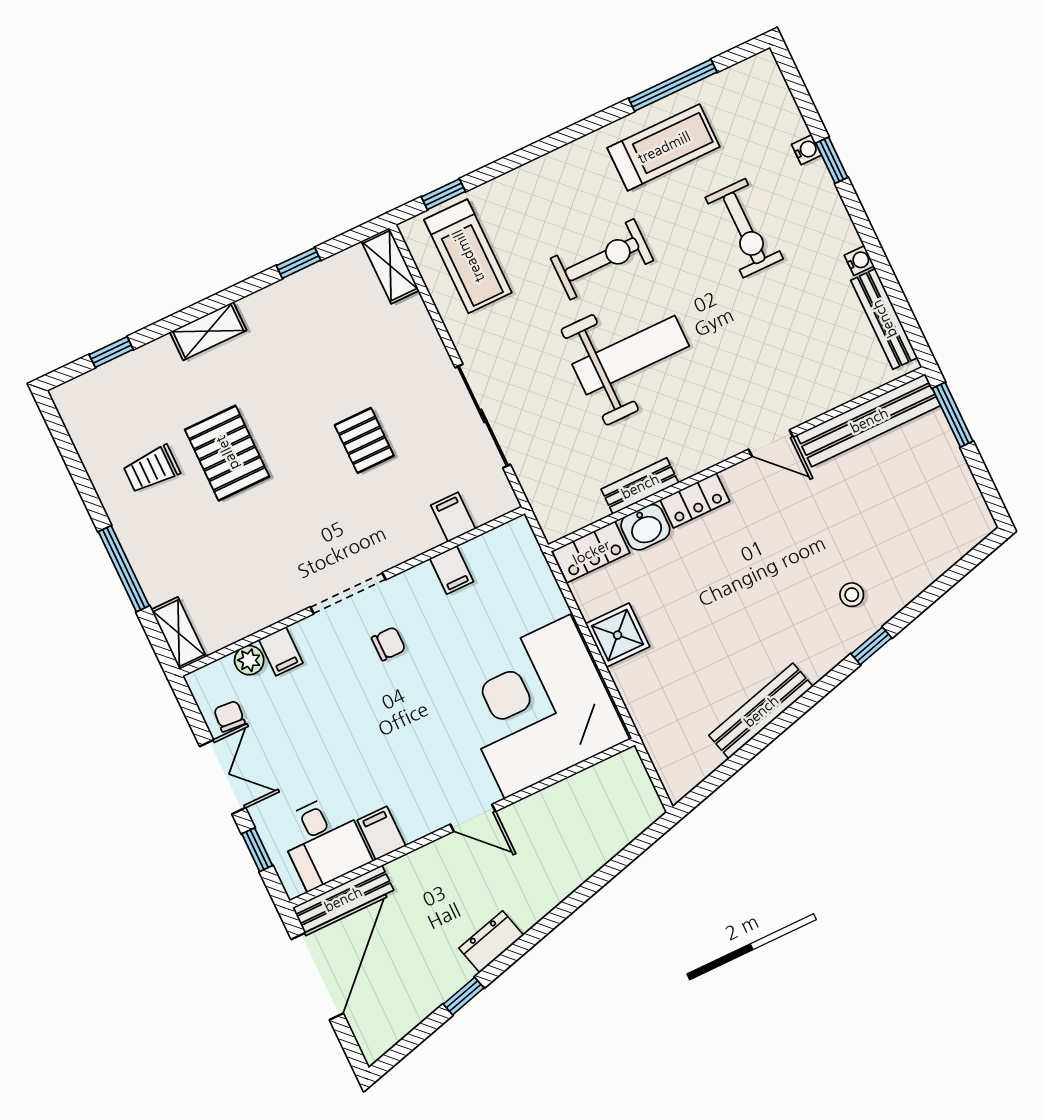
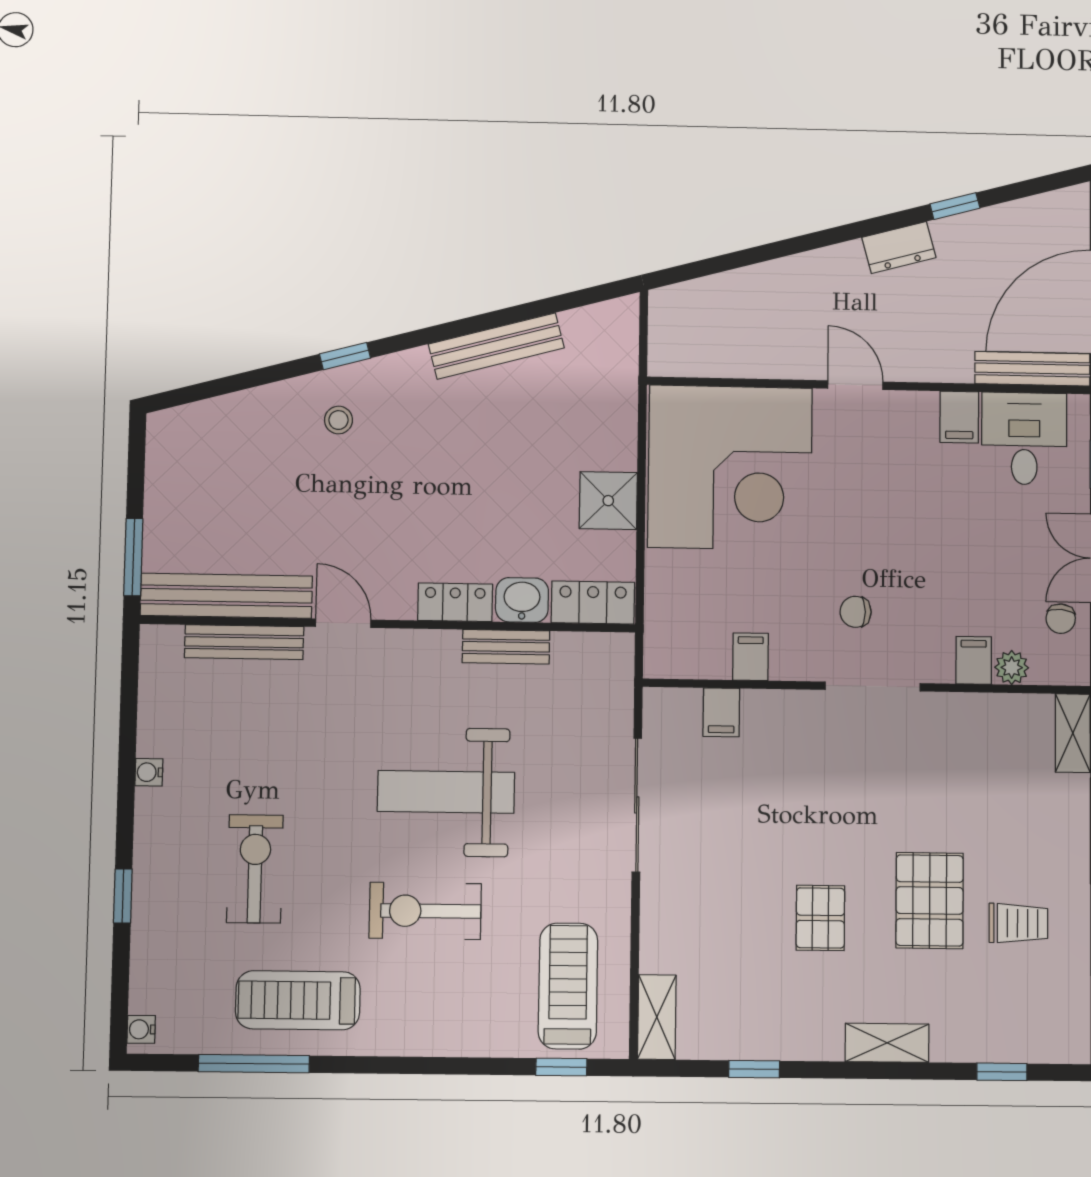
water cooler: (807, 150) -> (141, 1029), moved
bench: (884, 319) -> (244, 642), moved, turned 90
pallet: (364, 440) -> (820, 918), moved

